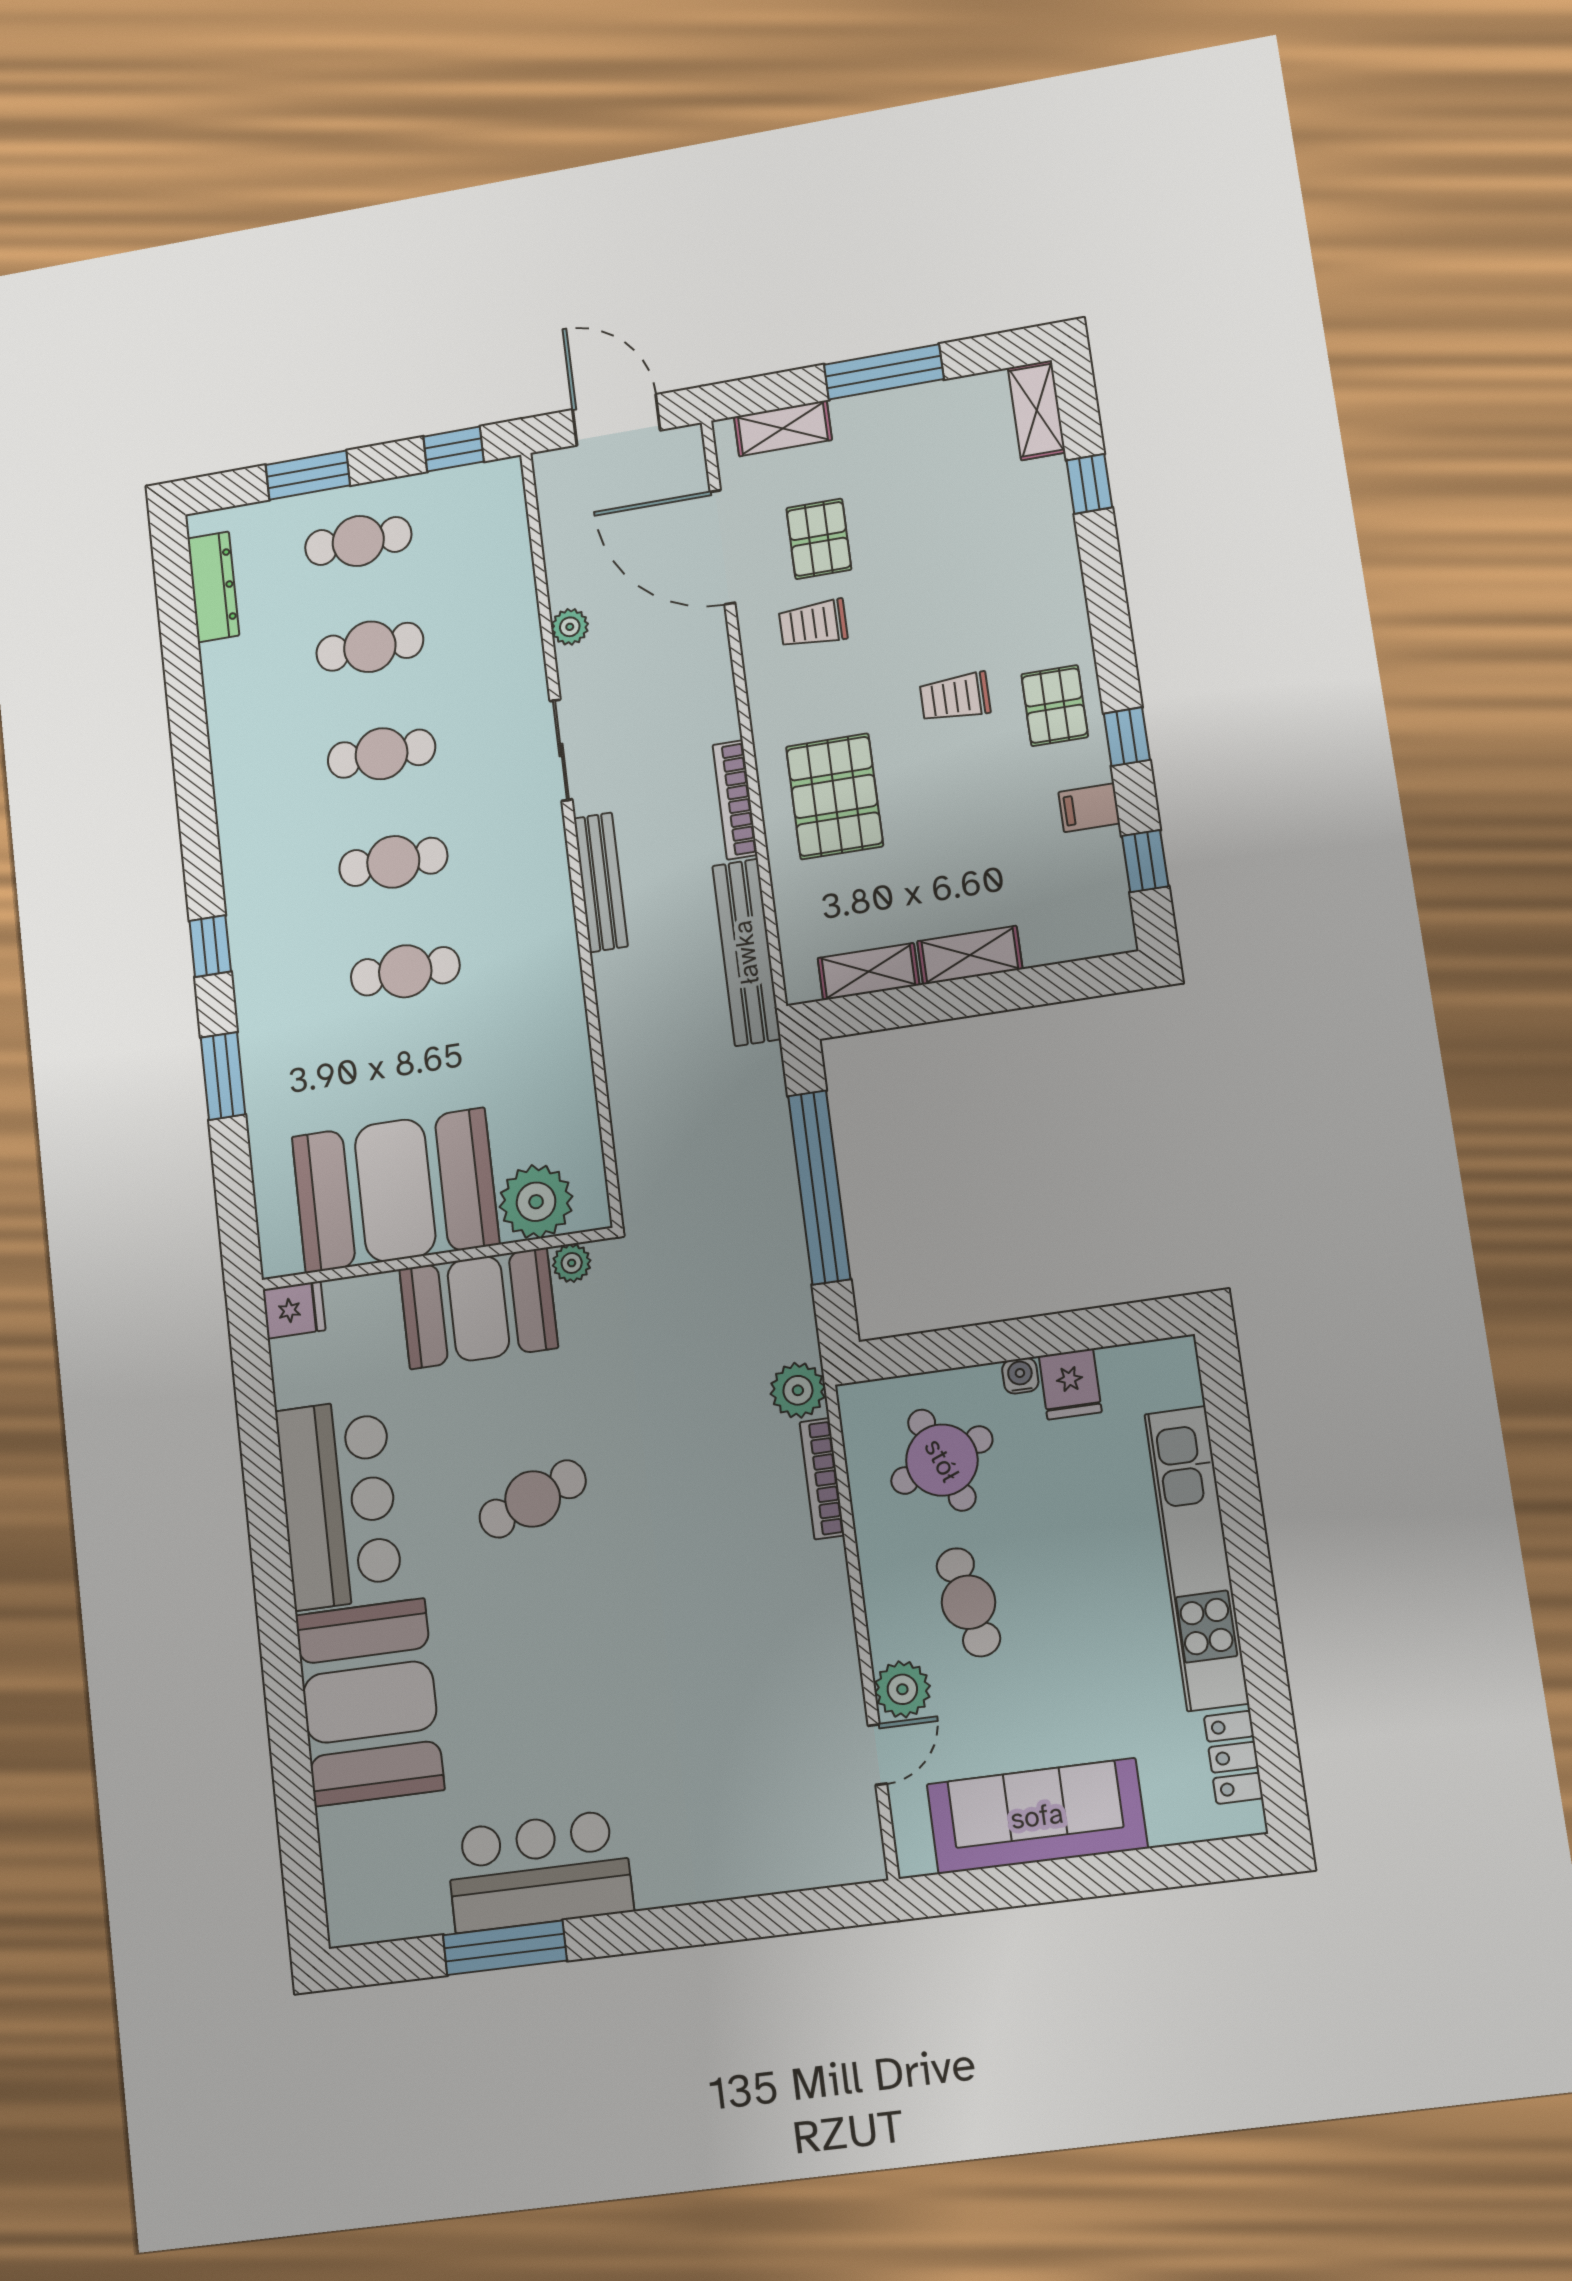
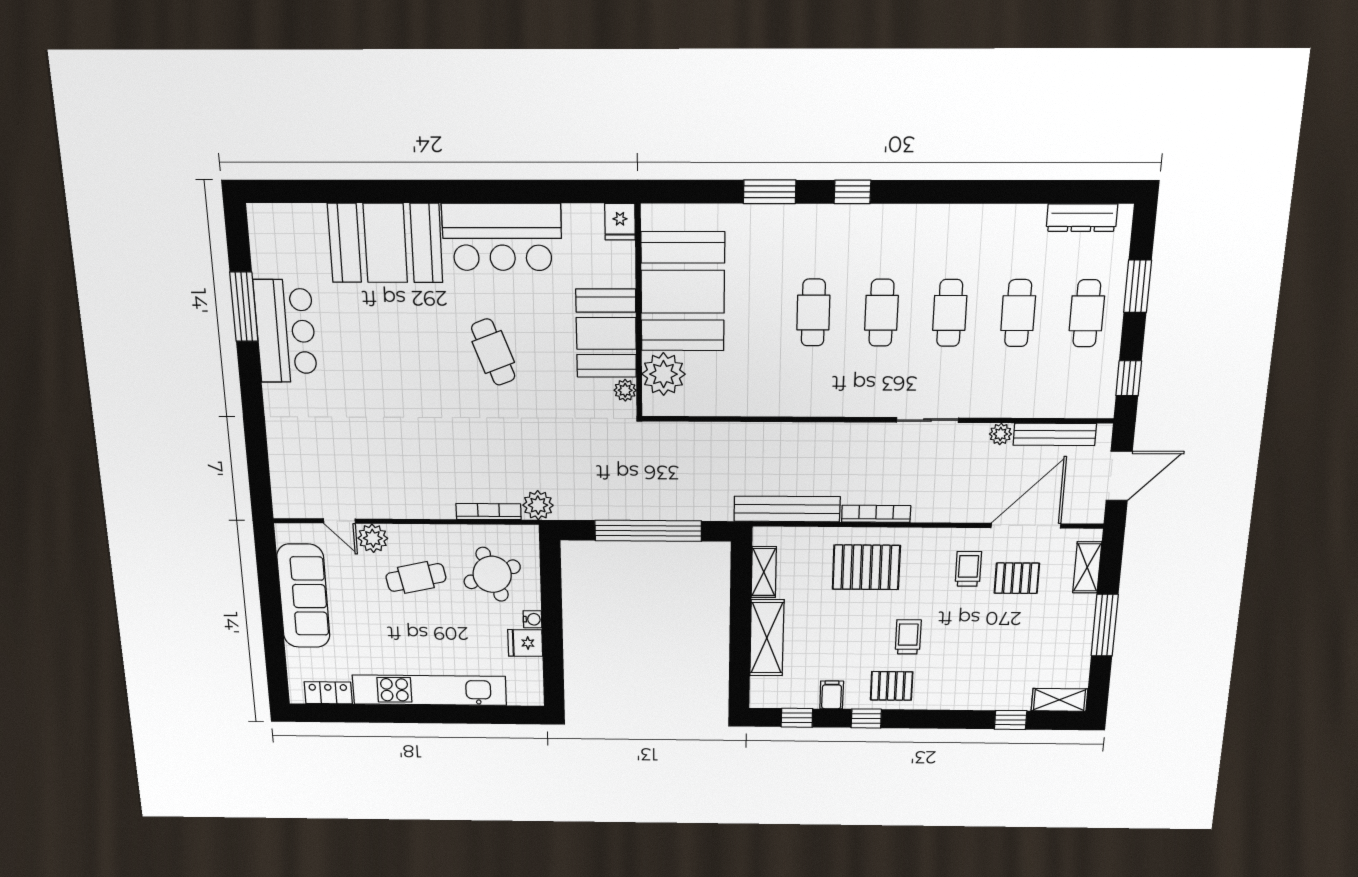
bench: (601, 882) -> (1055, 434), moved
shelving: (970, 955) -> (767, 638), width x1.50, depth x1.33

